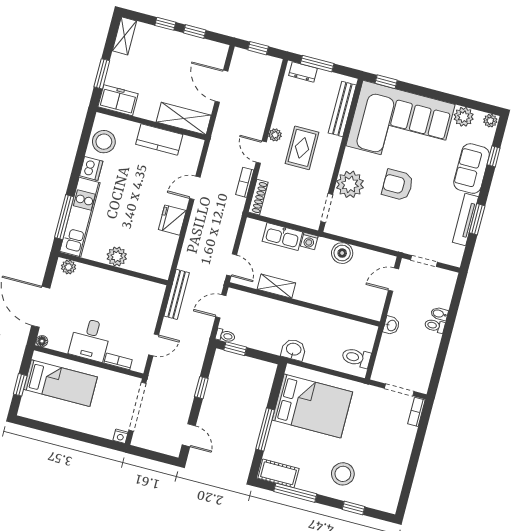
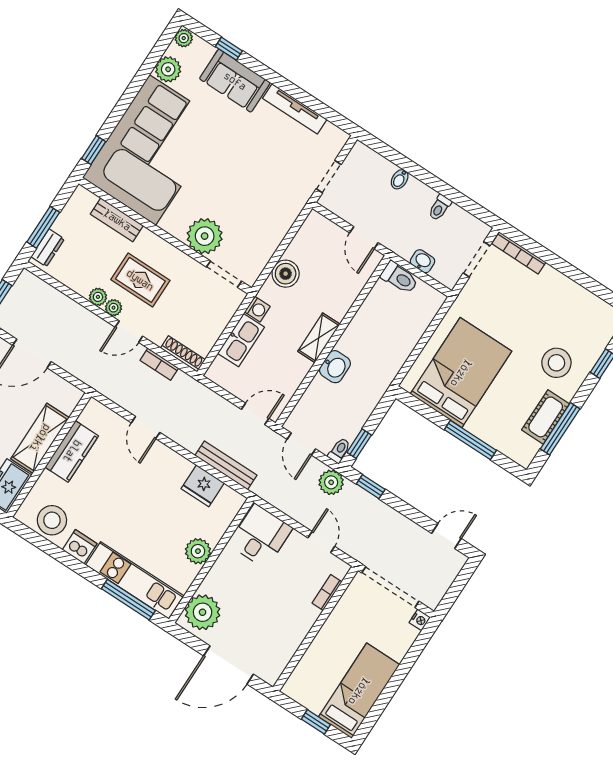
bench: (342, 109) -> (117, 220), width x0.73
shelving: (184, 119) -> (40, 438), moved
plant: (279, 121) -> (98, 297), added
armchair: (398, 185) -> (225, 178), removed
window: (477, 219) -> (299, 95), removed
fridge: (172, 220) -> (203, 486), moved
plant: (69, 267) -> (203, 612), width x1.88, depth x1.88
door: (394, 280) -> (364, 238), moved
shelving: (276, 286) -> (319, 338), moved
bench: (177, 294) -> (226, 465), moved
washbasin: (391, 325) -> (422, 261), moved
toilet: (435, 326) -> (440, 208), moved
plant: (200, 338) -> (331, 482), added
desk: (90, 340) -> (260, 536), moved, turned -90
floor lamp: (42, 341) -> (271, 677), removed
washbasin: (294, 350) -> (335, 367), moved, turned 180
toilet: (356, 358) -> (399, 278), moved, turned -90
bed: (60, 383) -> (359, 691), moved
window: (201, 388) -> (371, 487), moved
bookcase: (416, 412) -> (519, 253), width x1.56
cot: (278, 473) -> (546, 417), moved

